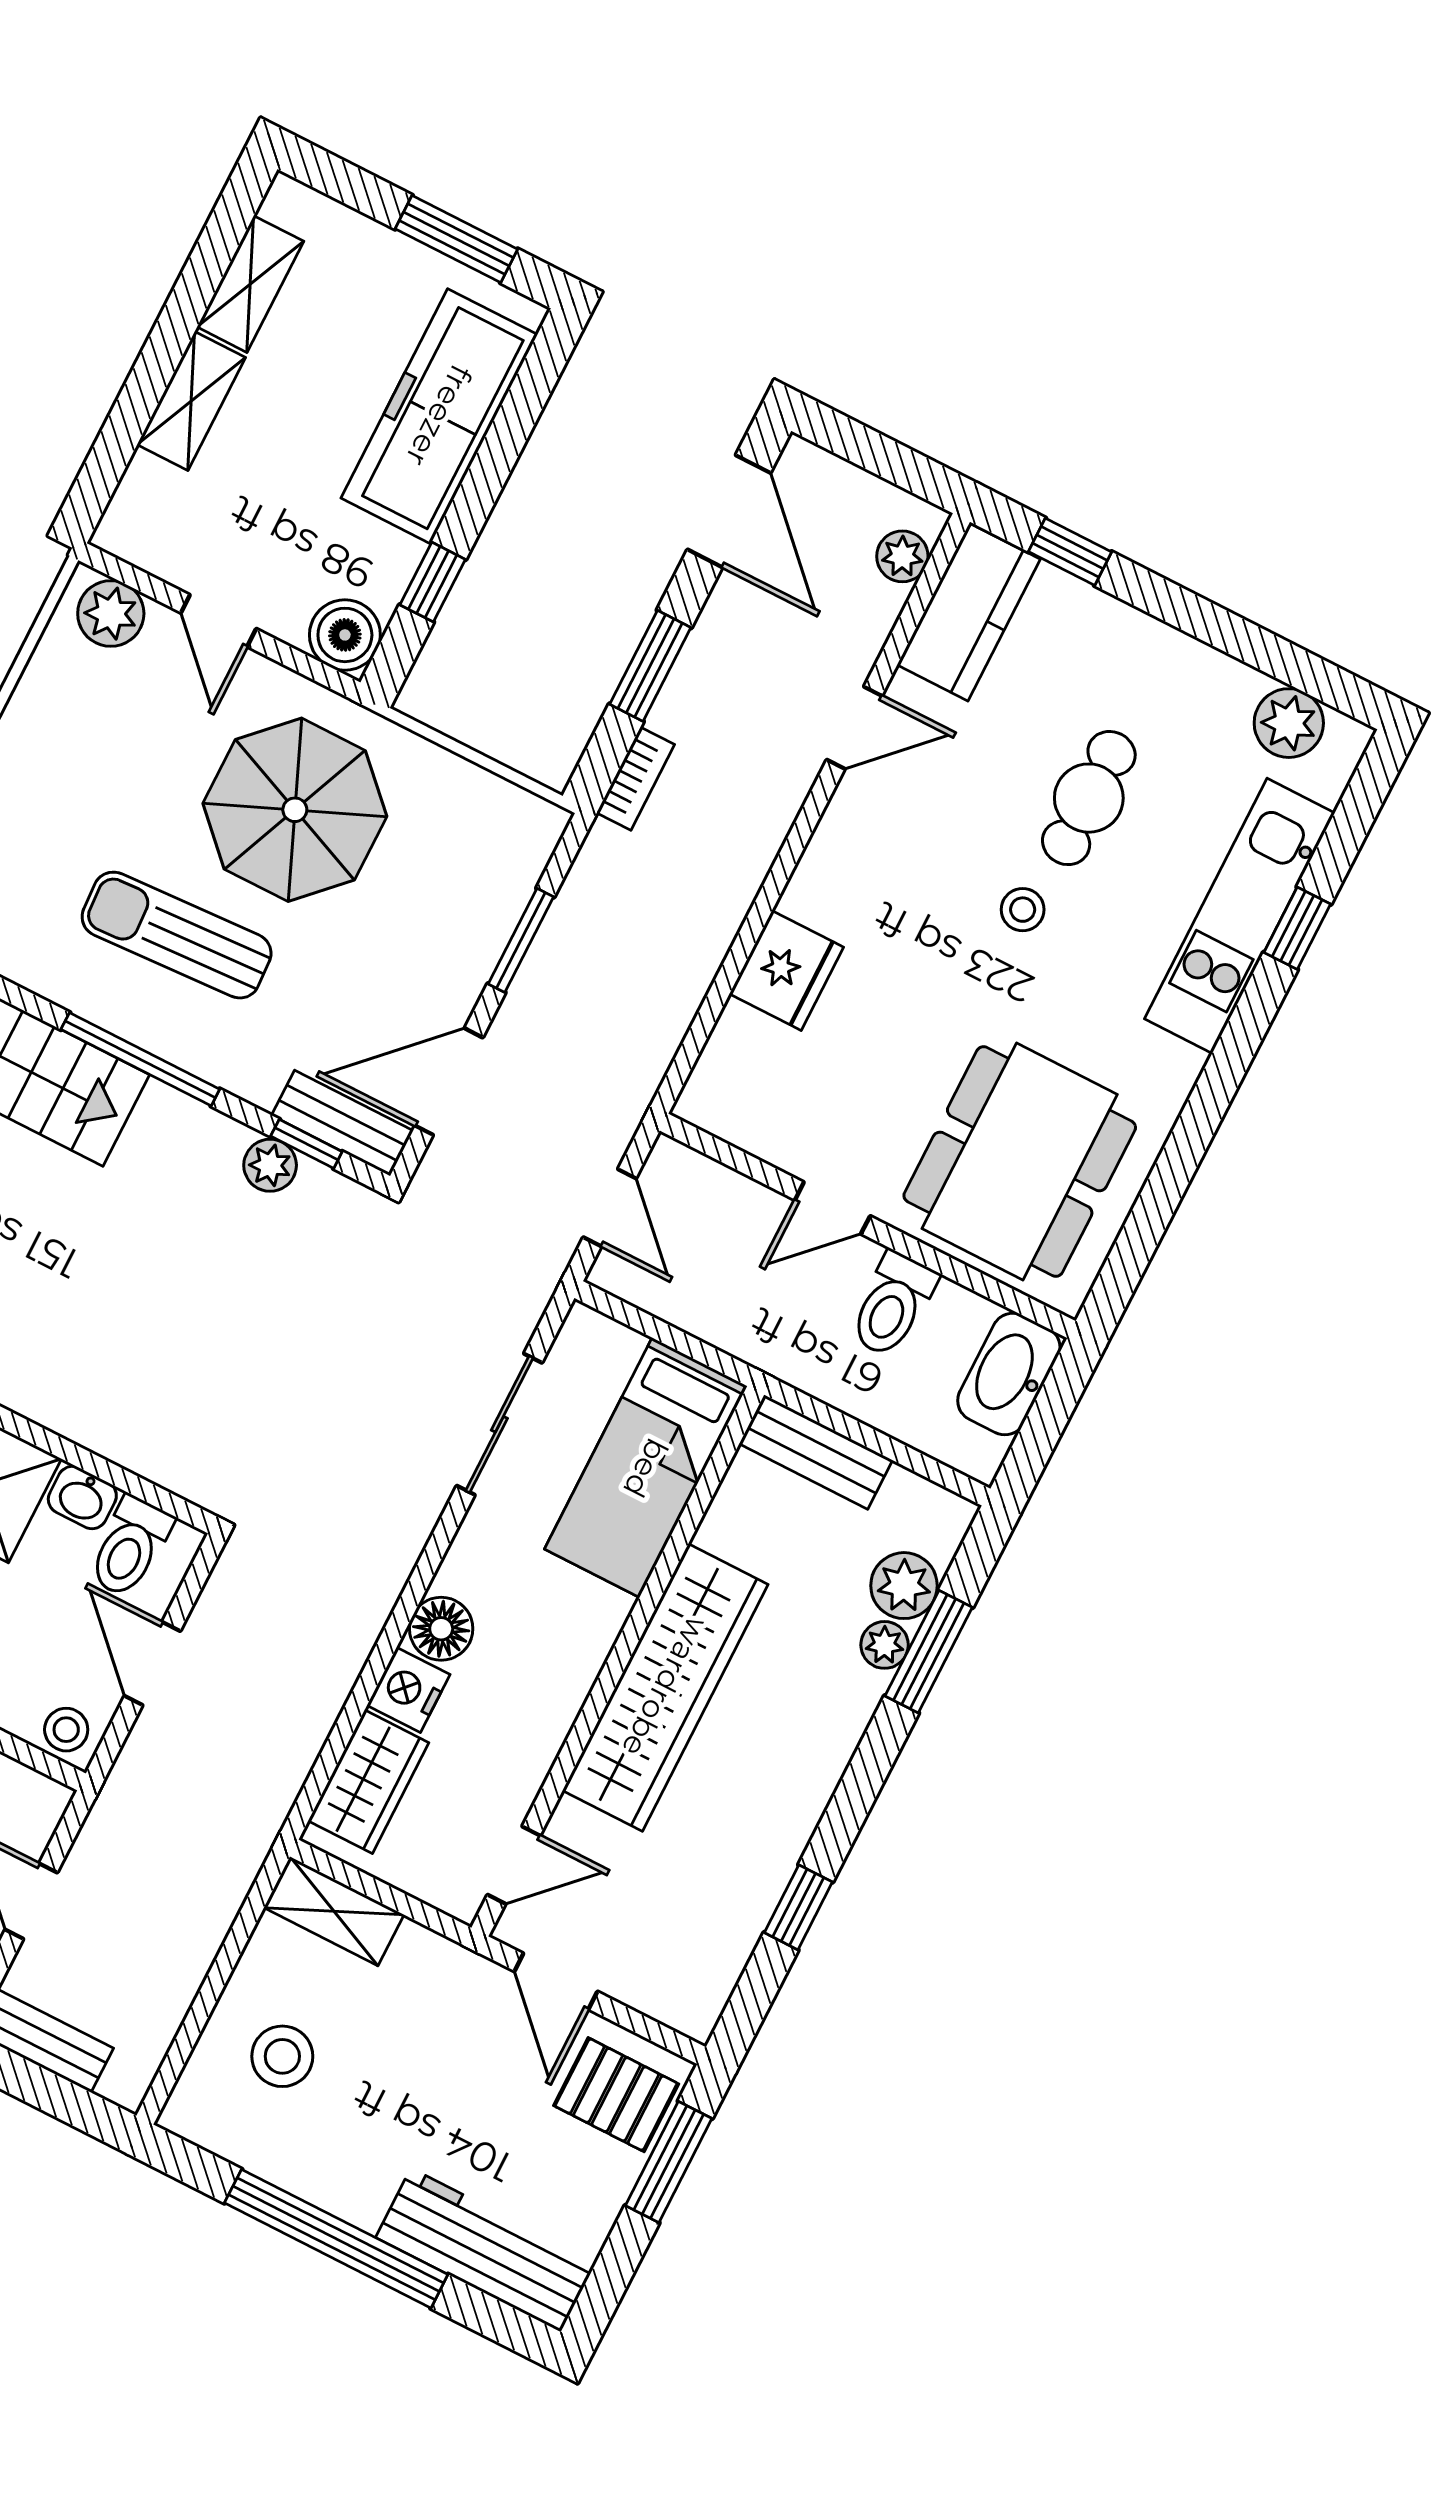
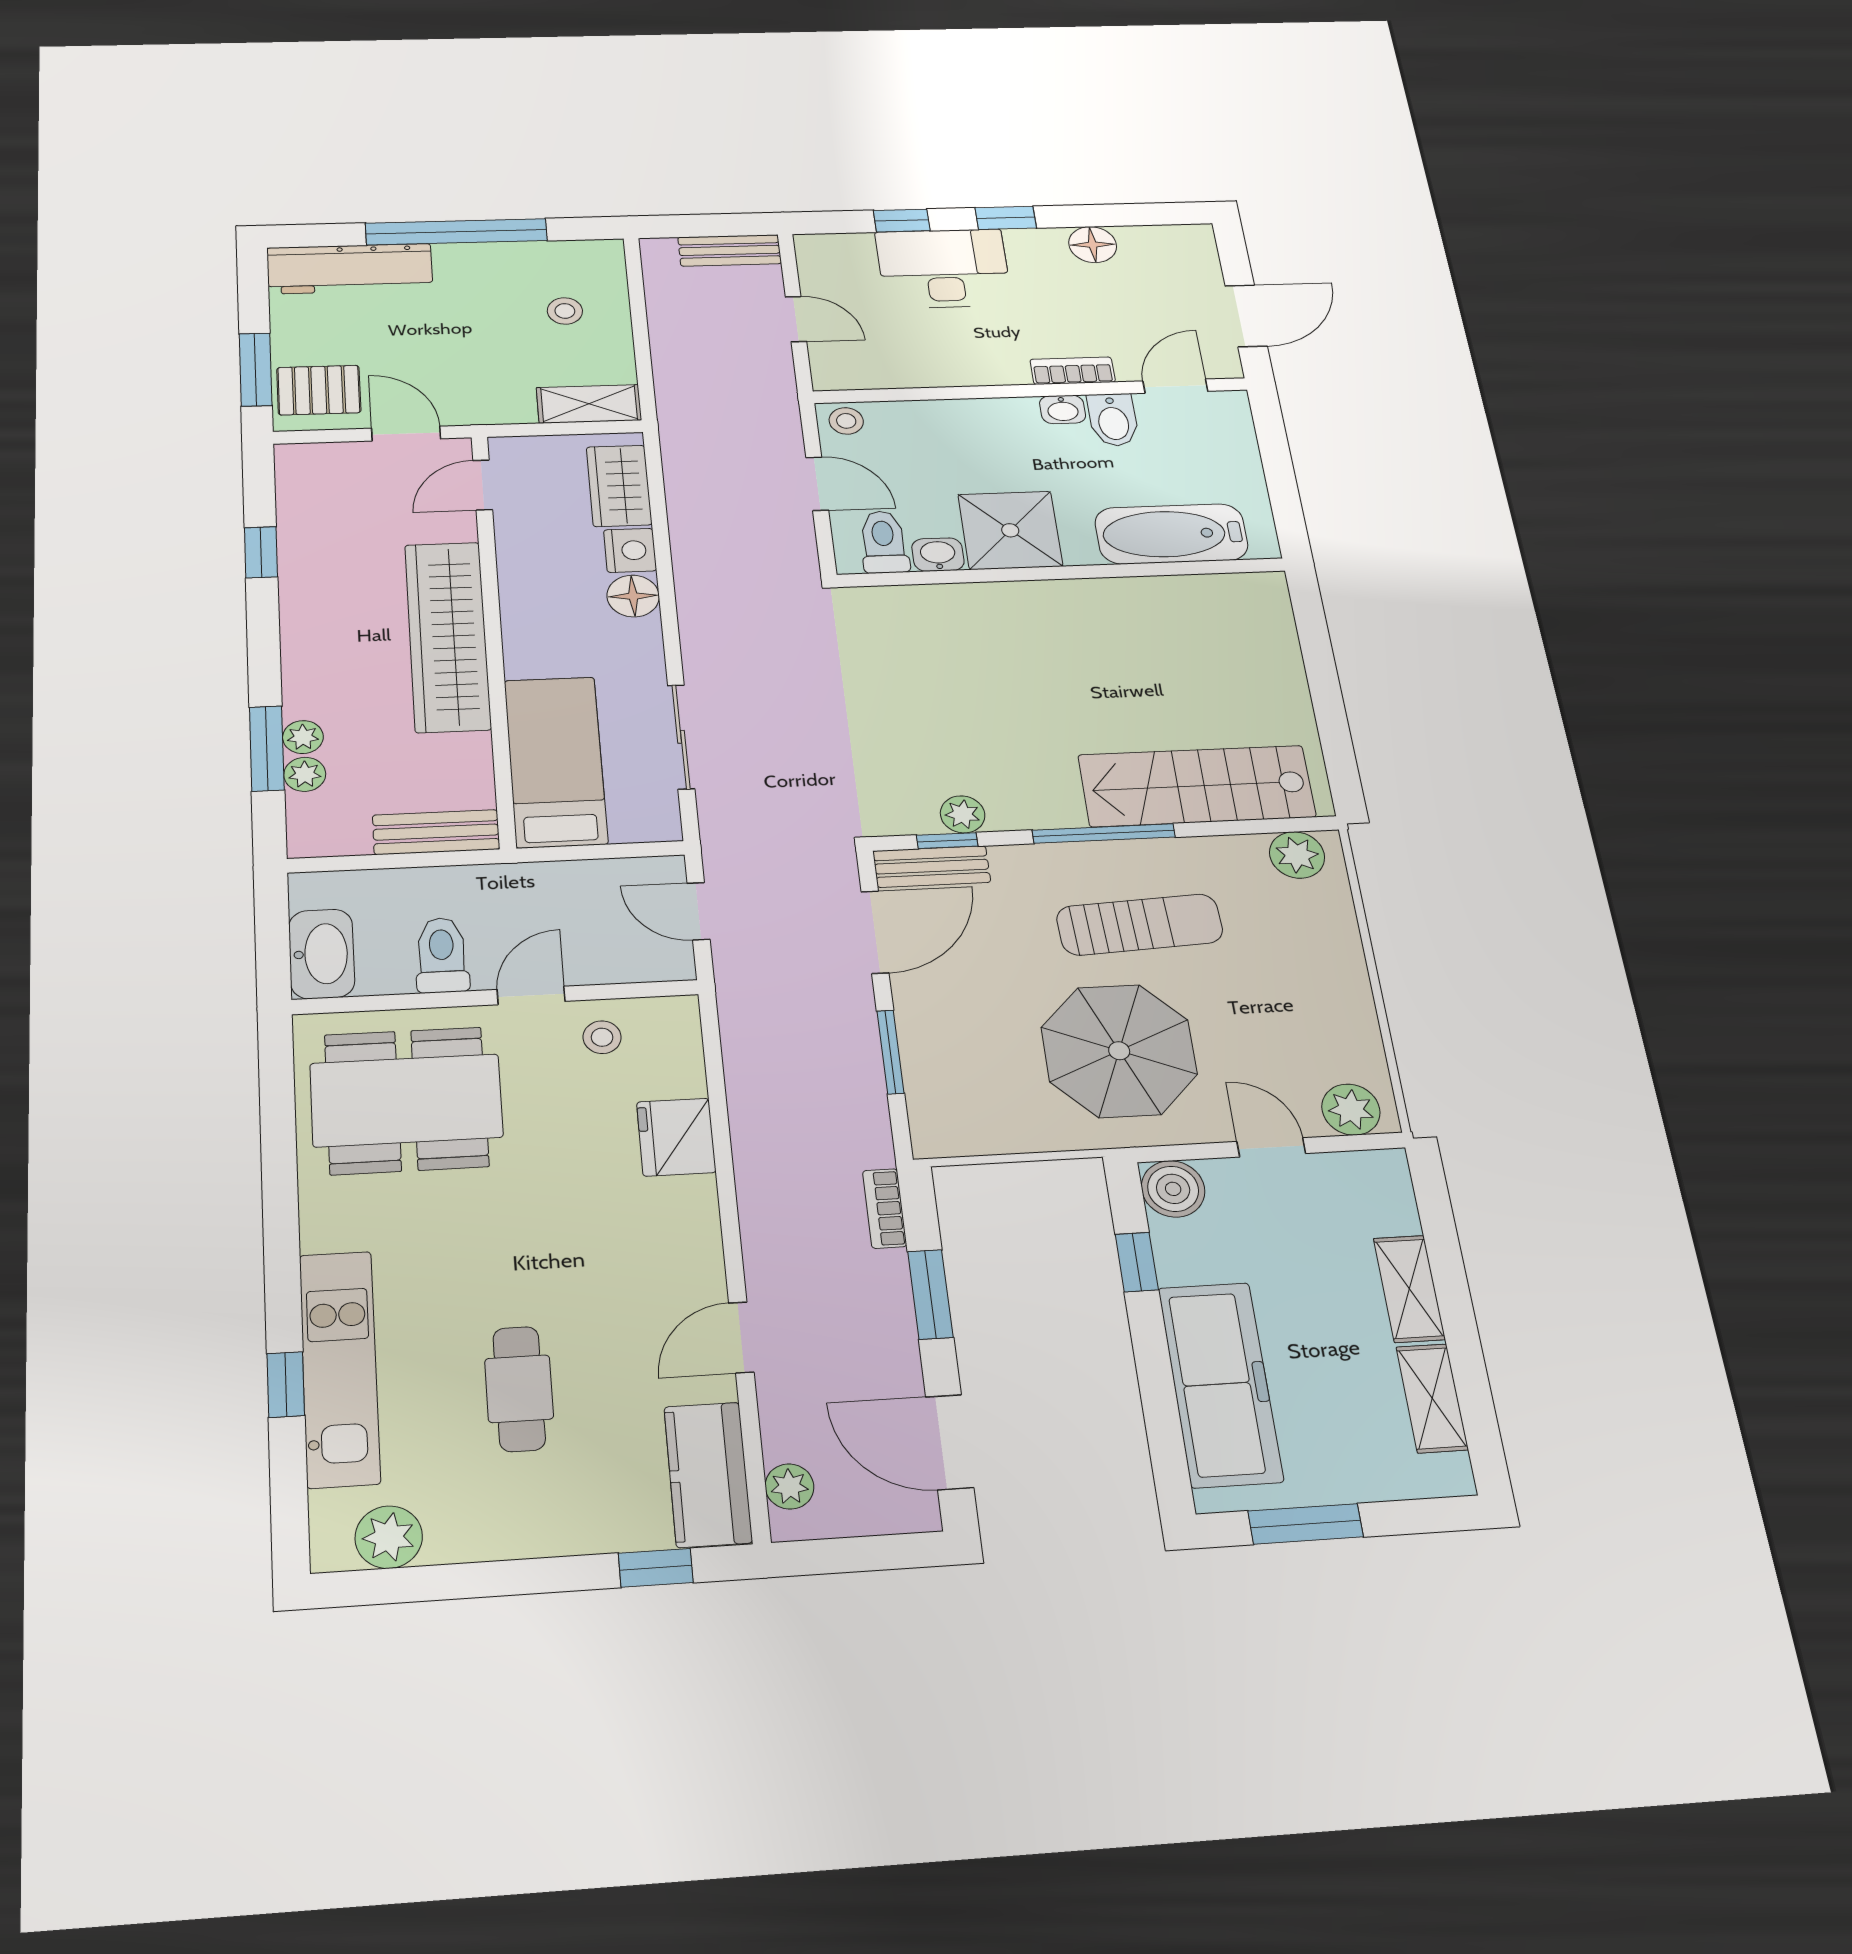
stool: (1023, 910) -> (602, 1037), moved
dining table: (1020, 1162) -> (406, 1100), turned 90
plant: (904, 1586) -> (305, 774), width x0.73, depth x0.73
stool: (282, 2056) -> (565, 311), width x0.73, depth x0.73

